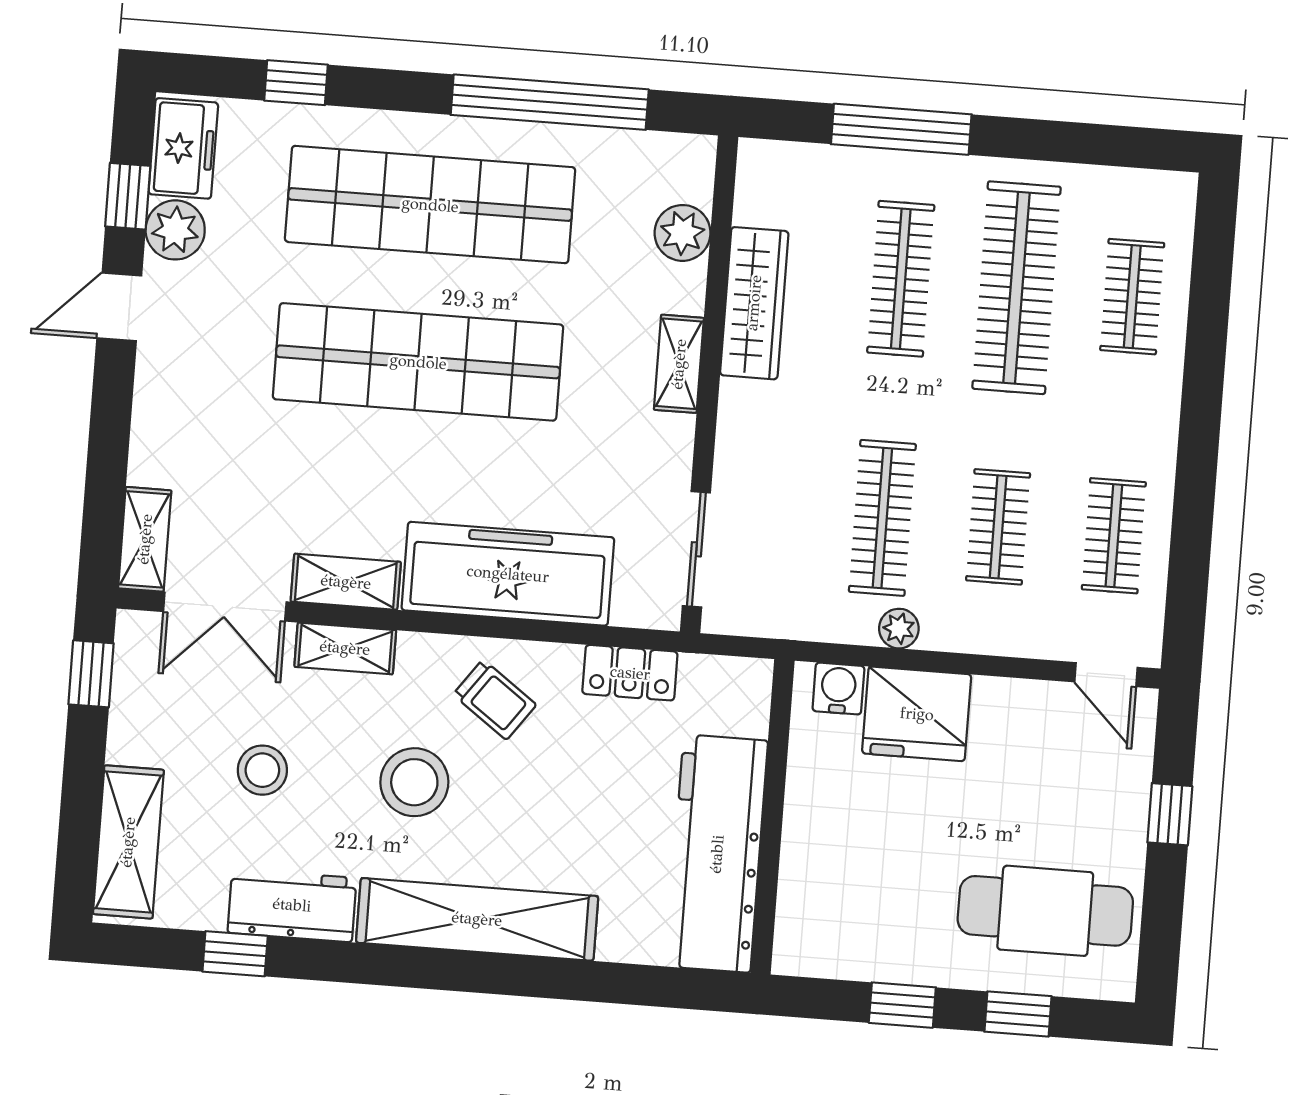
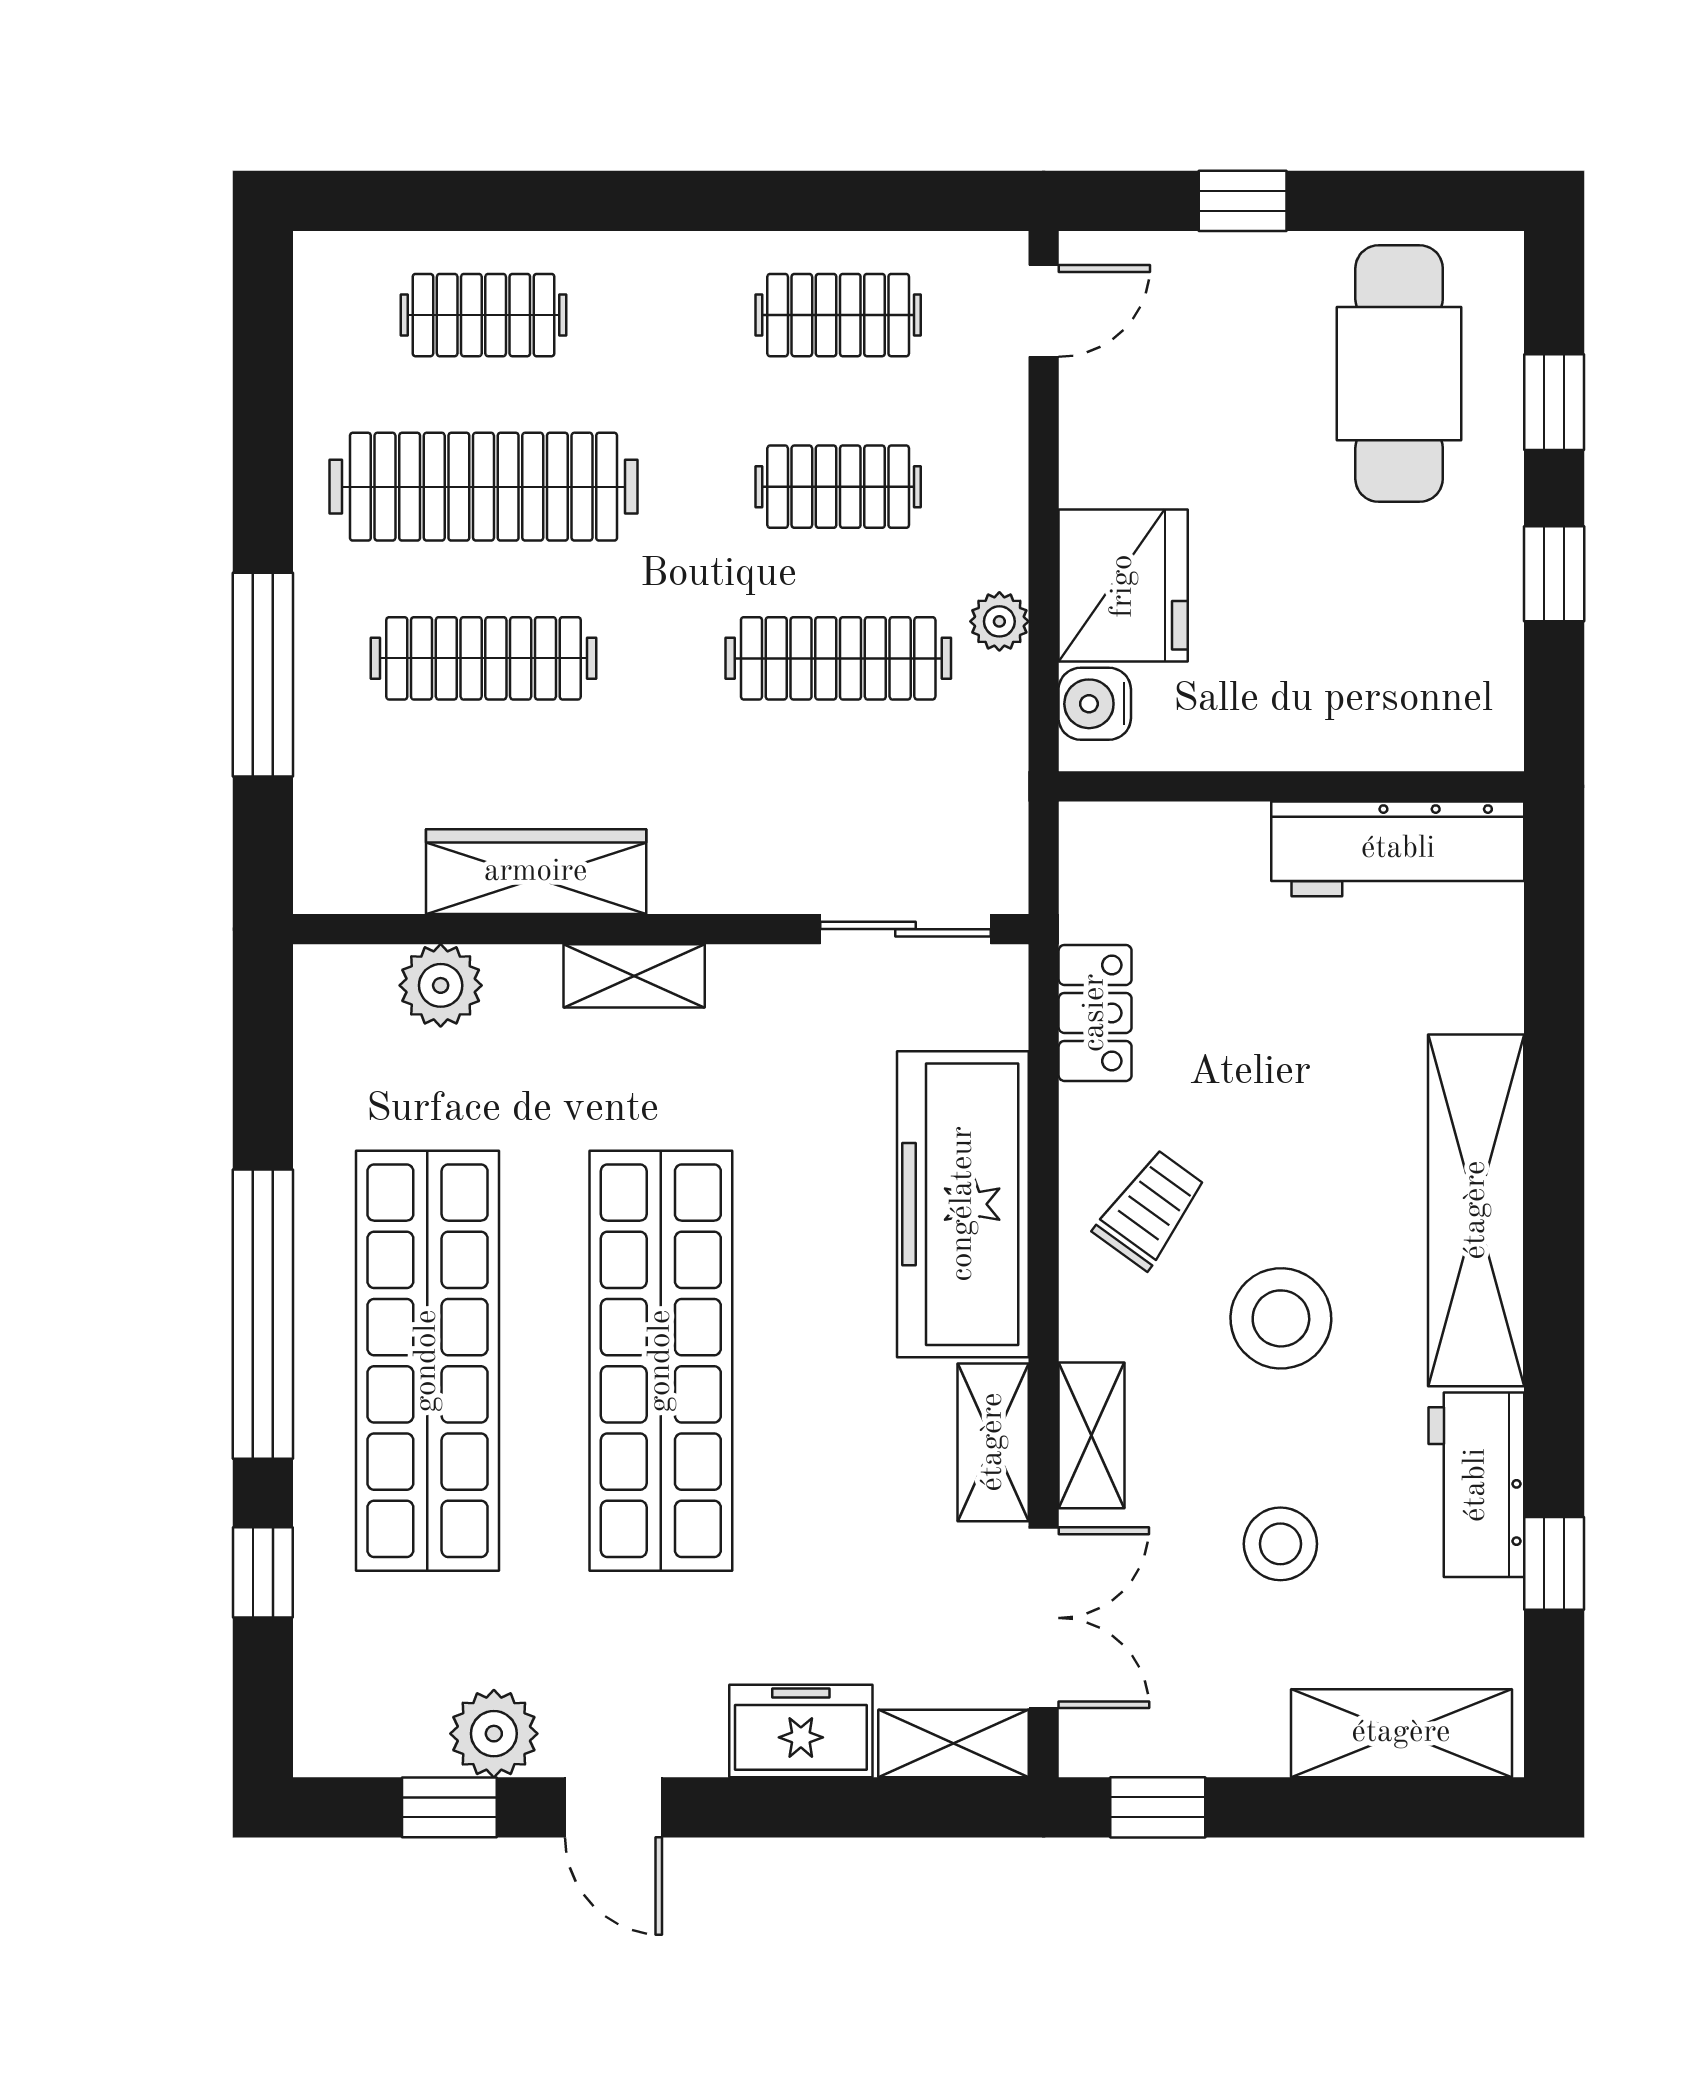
window: (550, 102) -> (263, 1314), moved
freezer: (183, 148) -> (801, 1731), moved
workbench: (717, 854) -> (1398, 849), width x0.73, depth x0.76

